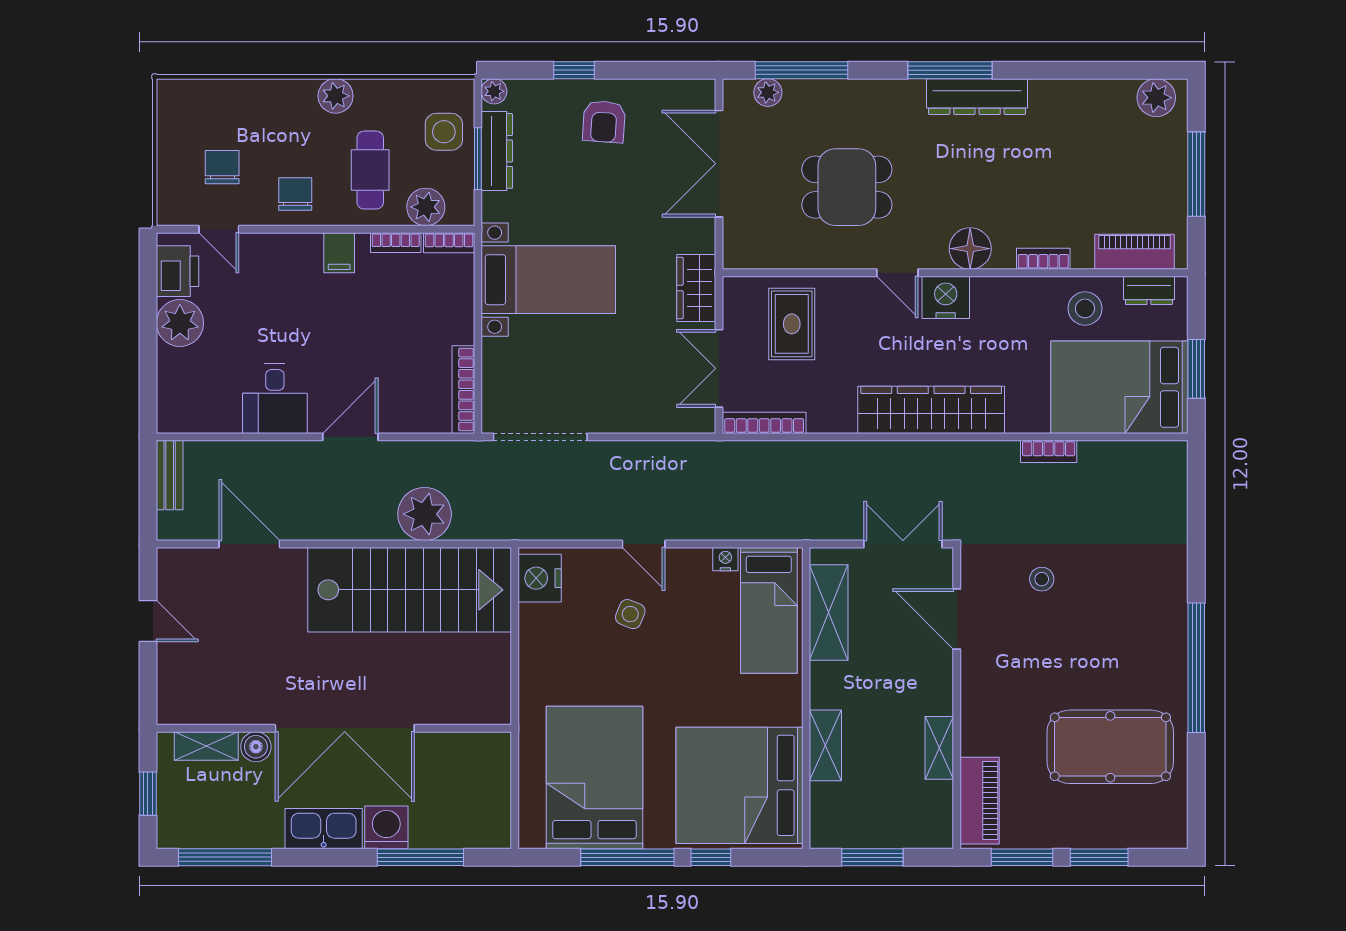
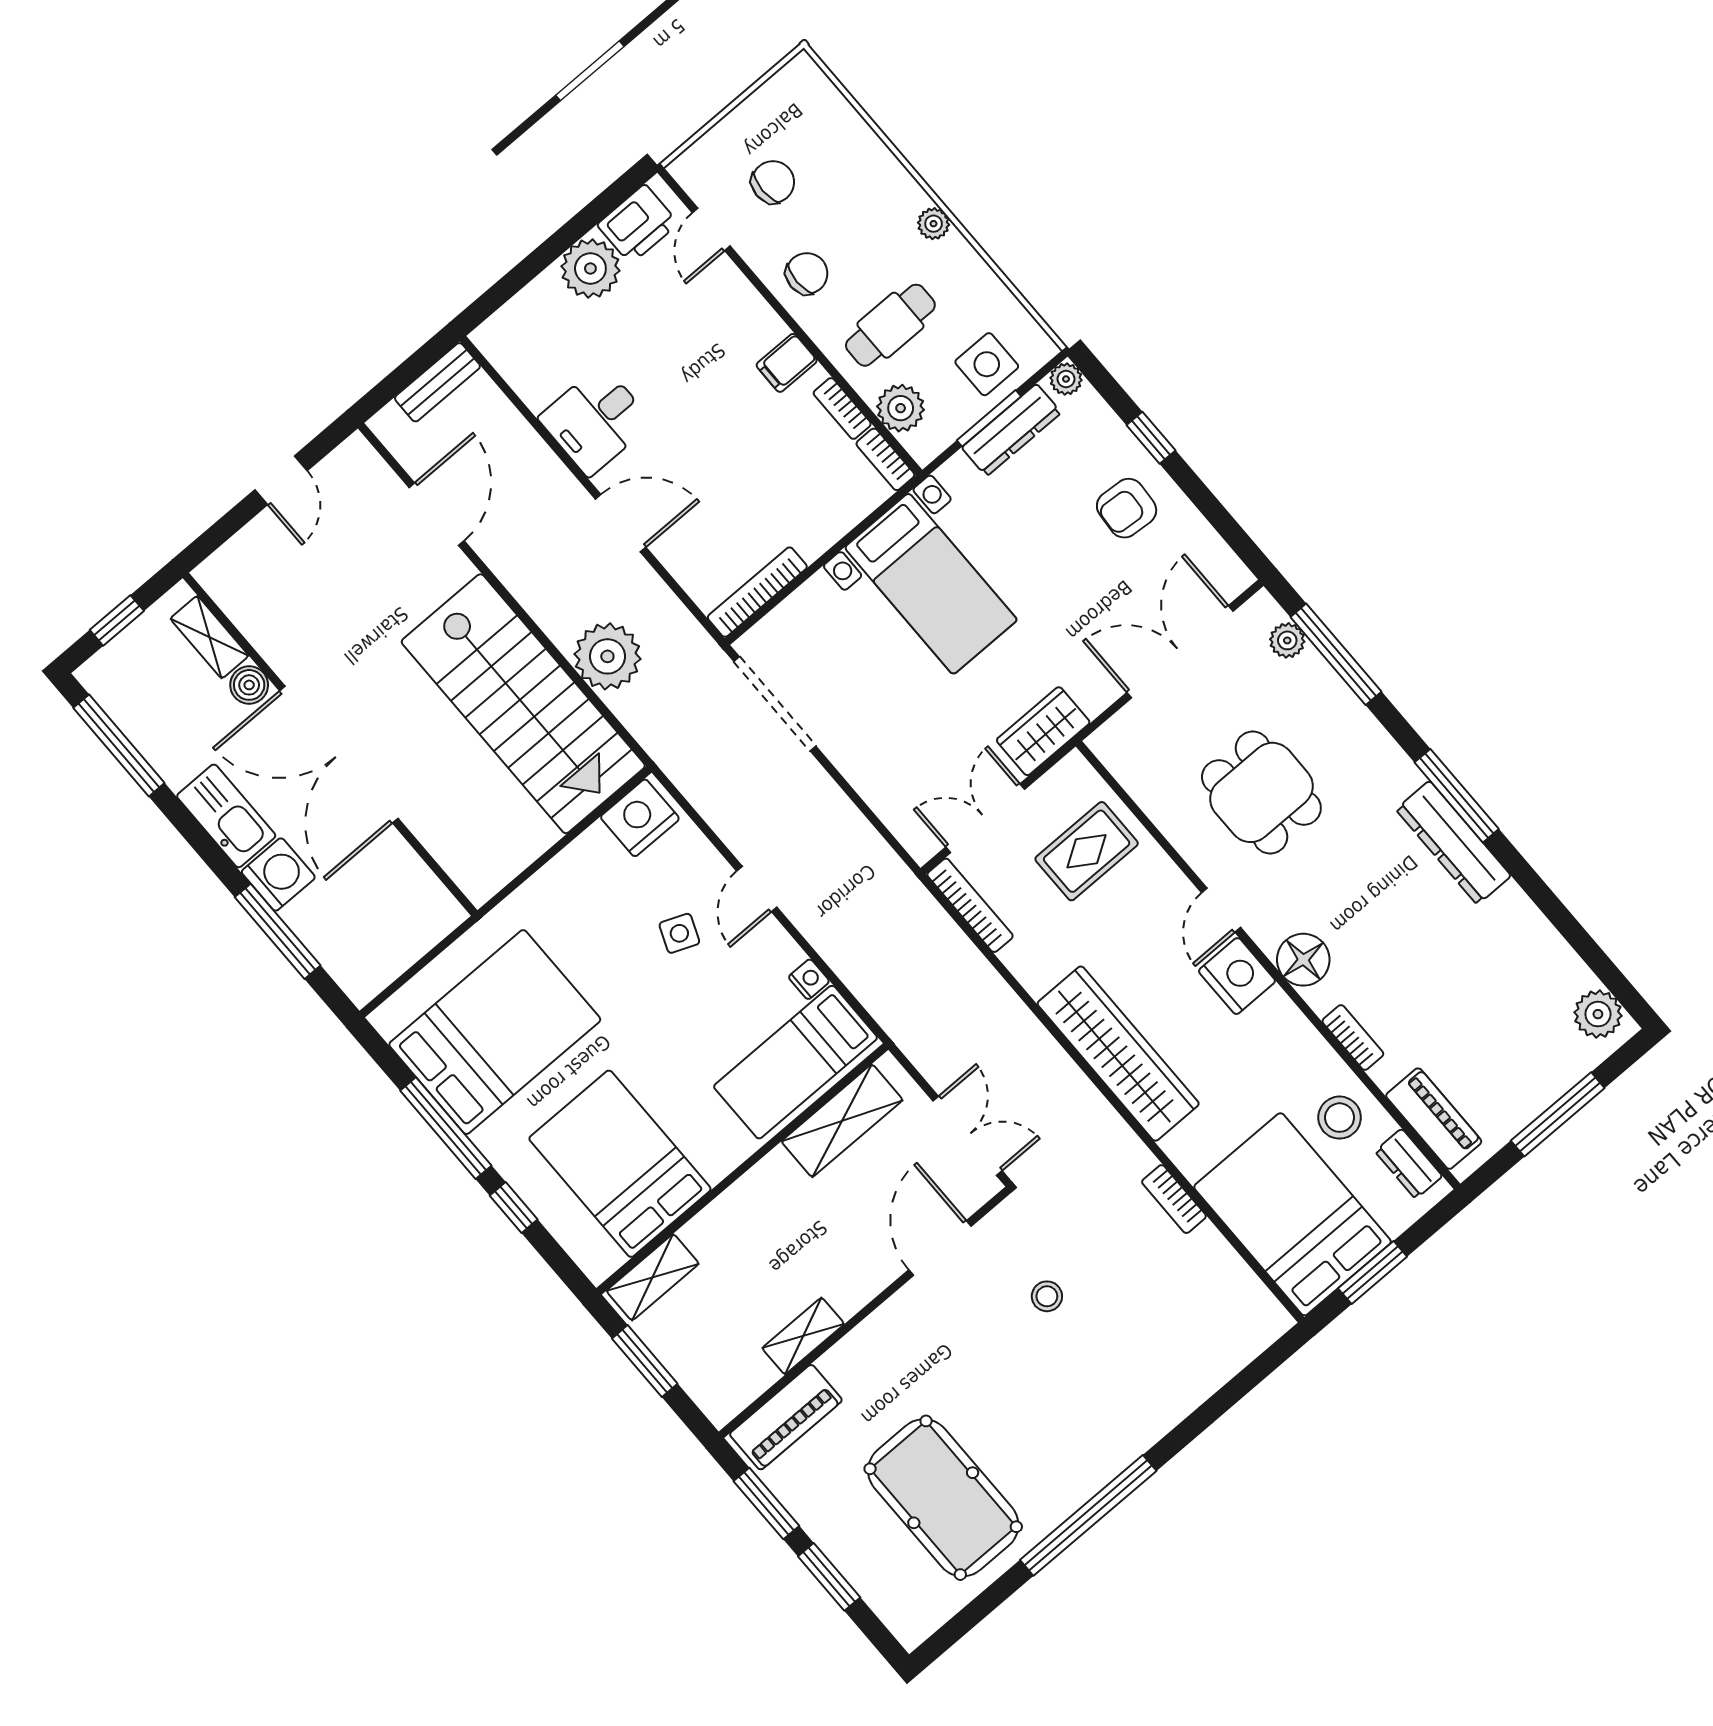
plant: (336, 96) -> (934, 224), width x0.73, depth x0.73
shelving: (825, 745) -> (653, 1277), moved
bed: (739, 785) -> (620, 1164), width x0.73

